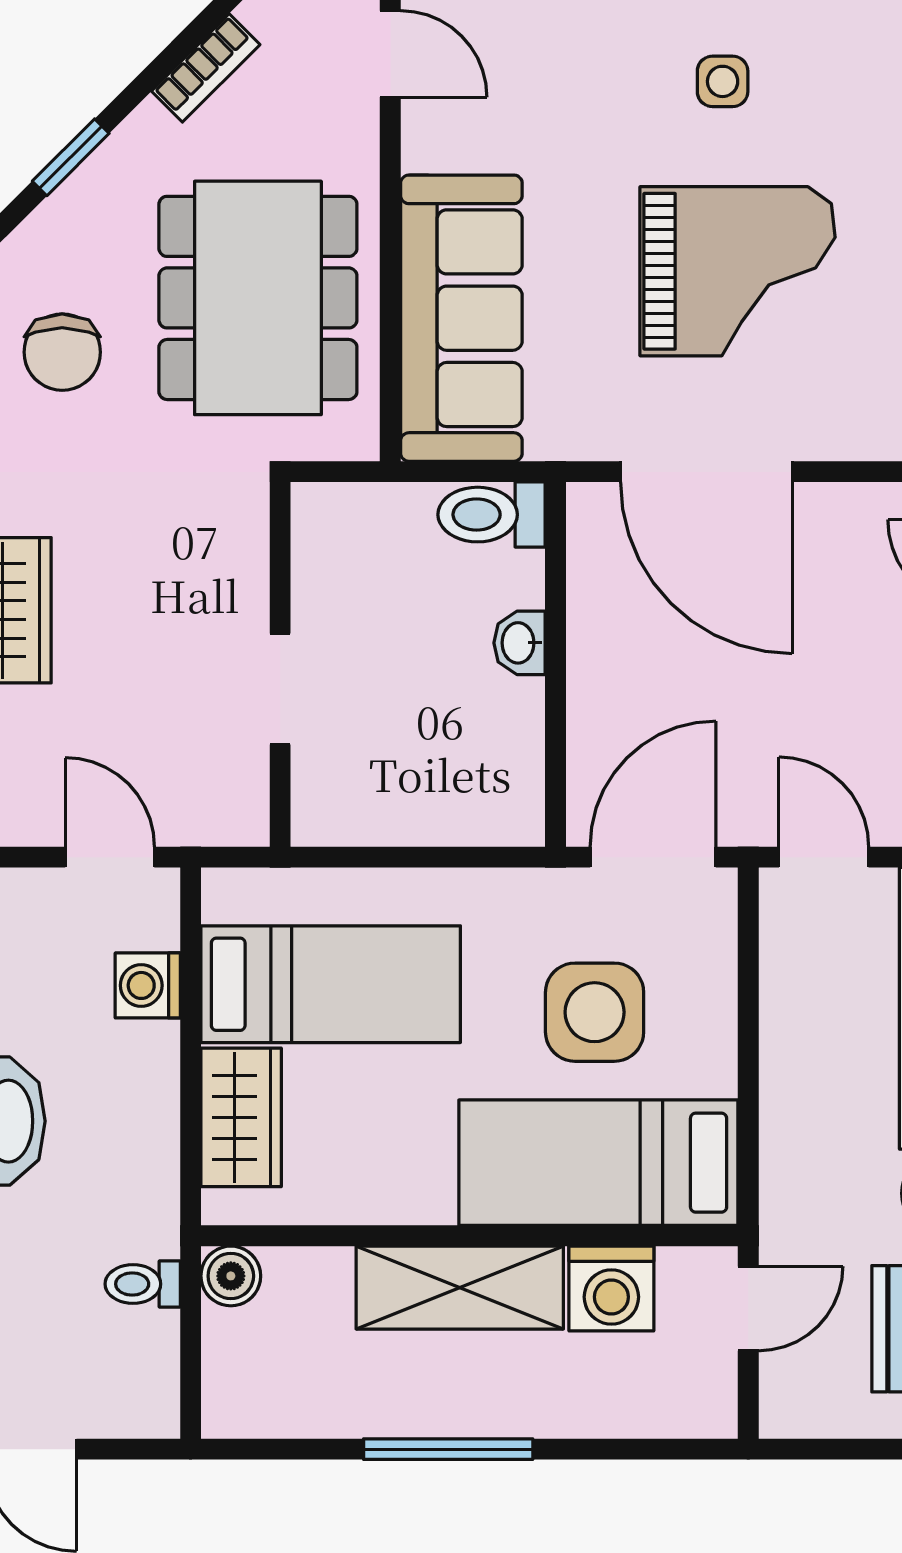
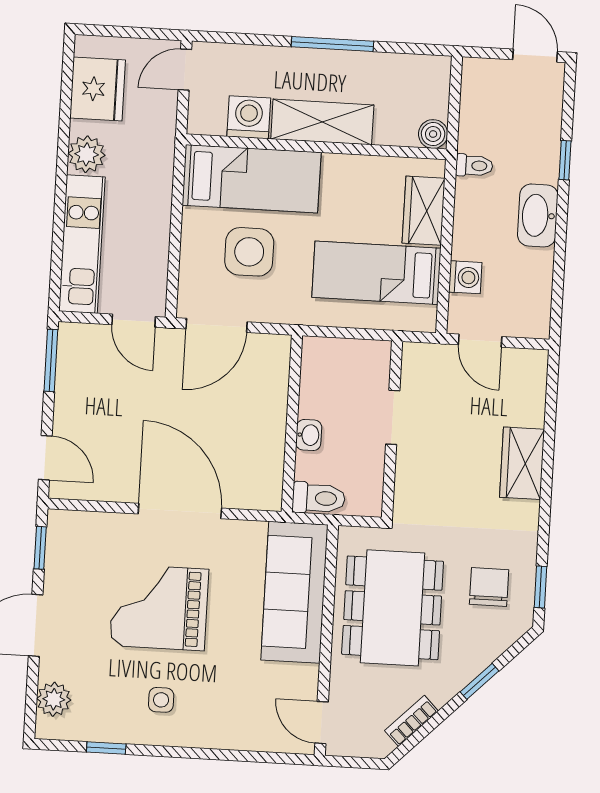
toilet: (492, 515) -> (319, 498), moved
washbasin: (520, 643) -> (309, 435), moved
wall: (555, 664) -> (292, 424), moved
toilet: (143, 1284) -> (474, 166), moved
door: (748, 1309) -> (185, 70), moved

